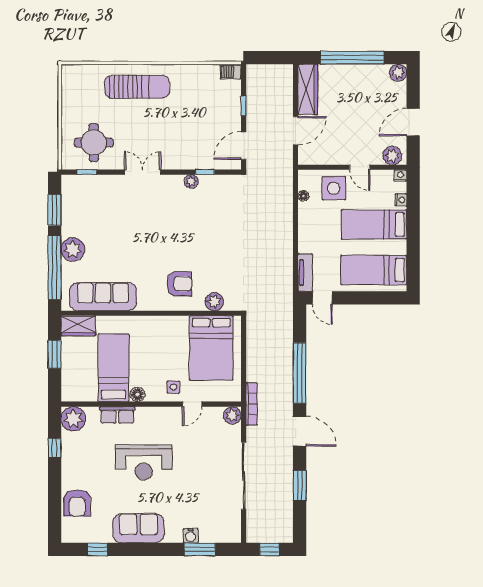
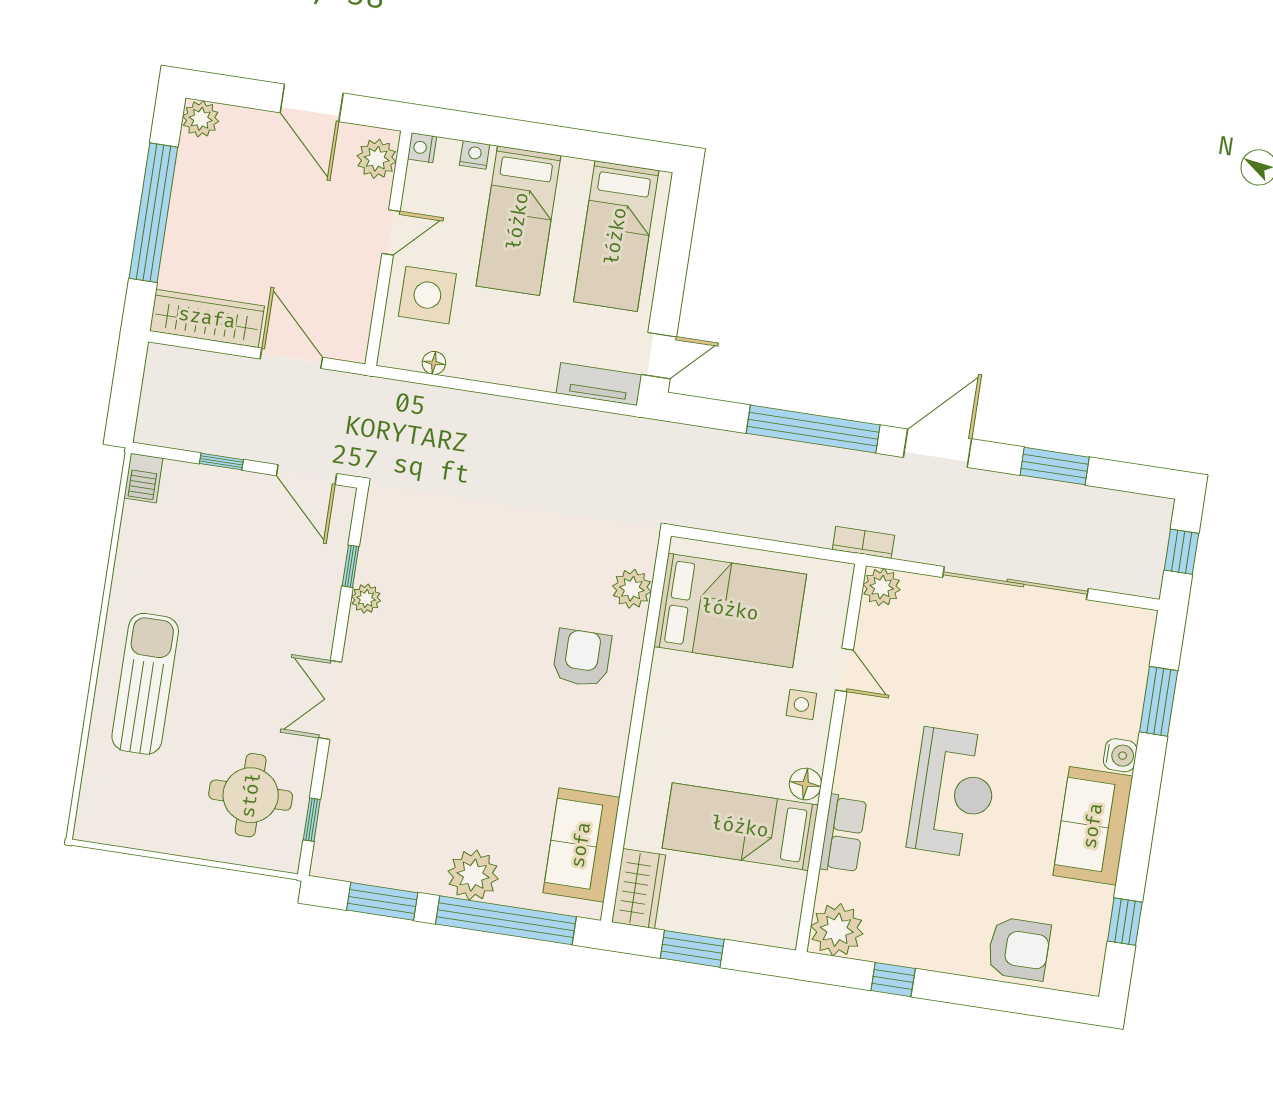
sofa: (103, 297) -> (581, 845), width x0.73
bookcase: (252, 404) -> (863, 542), width x0.64
water cooler: (191, 536) -> (1120, 755), moved

